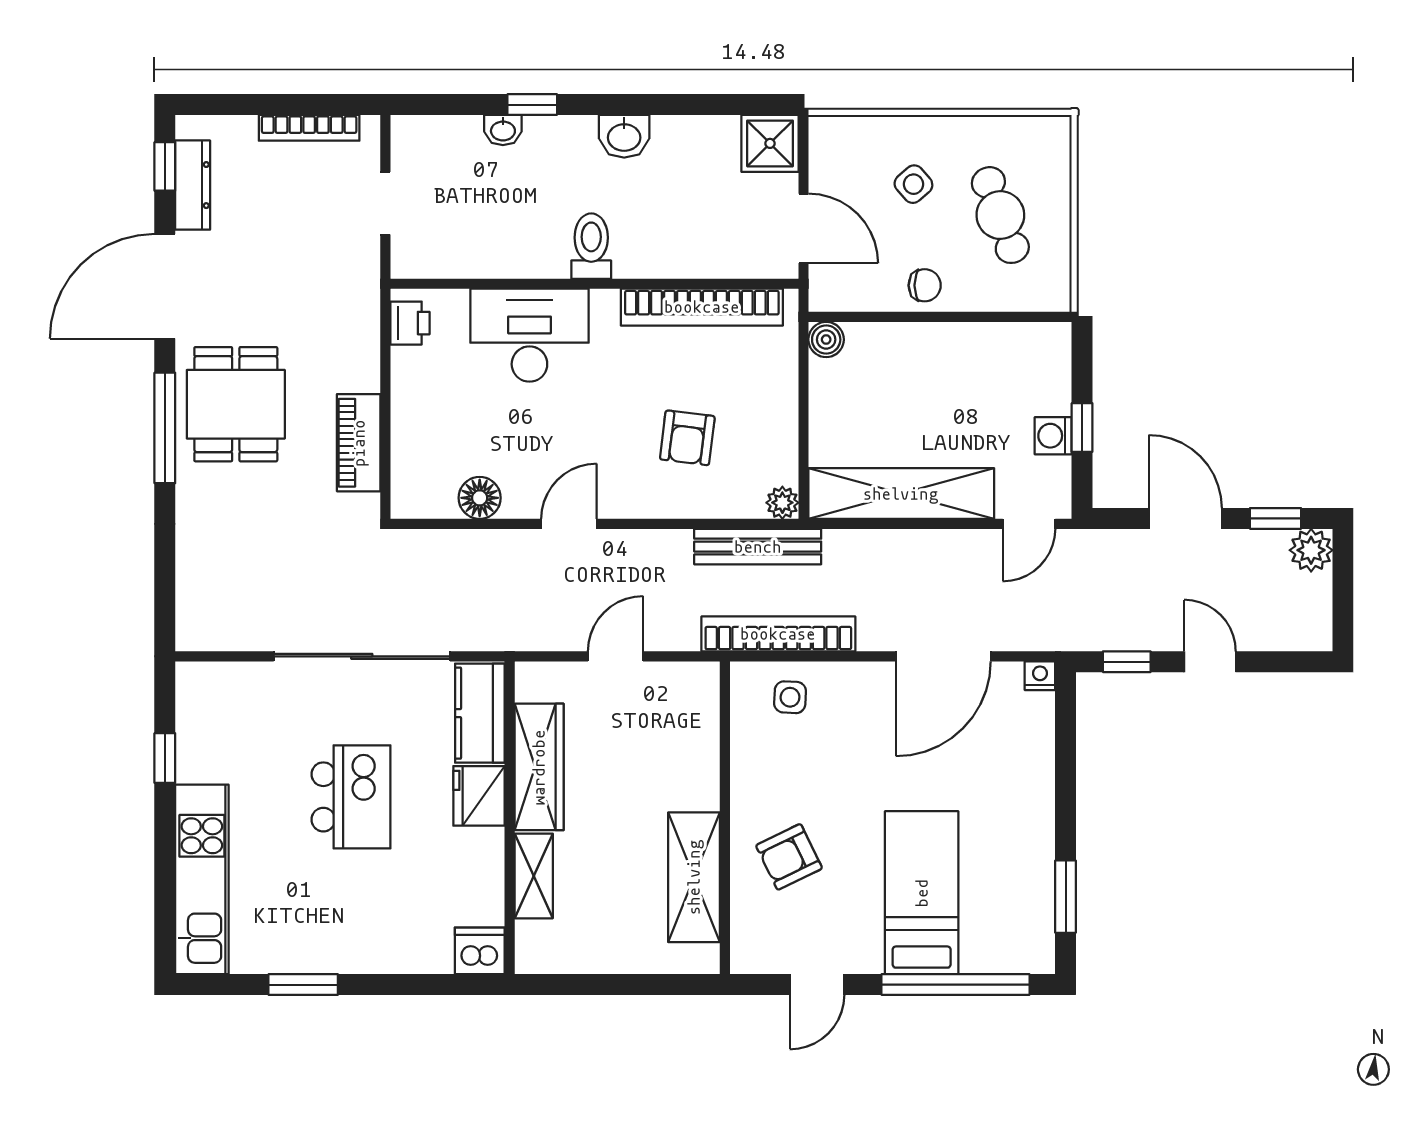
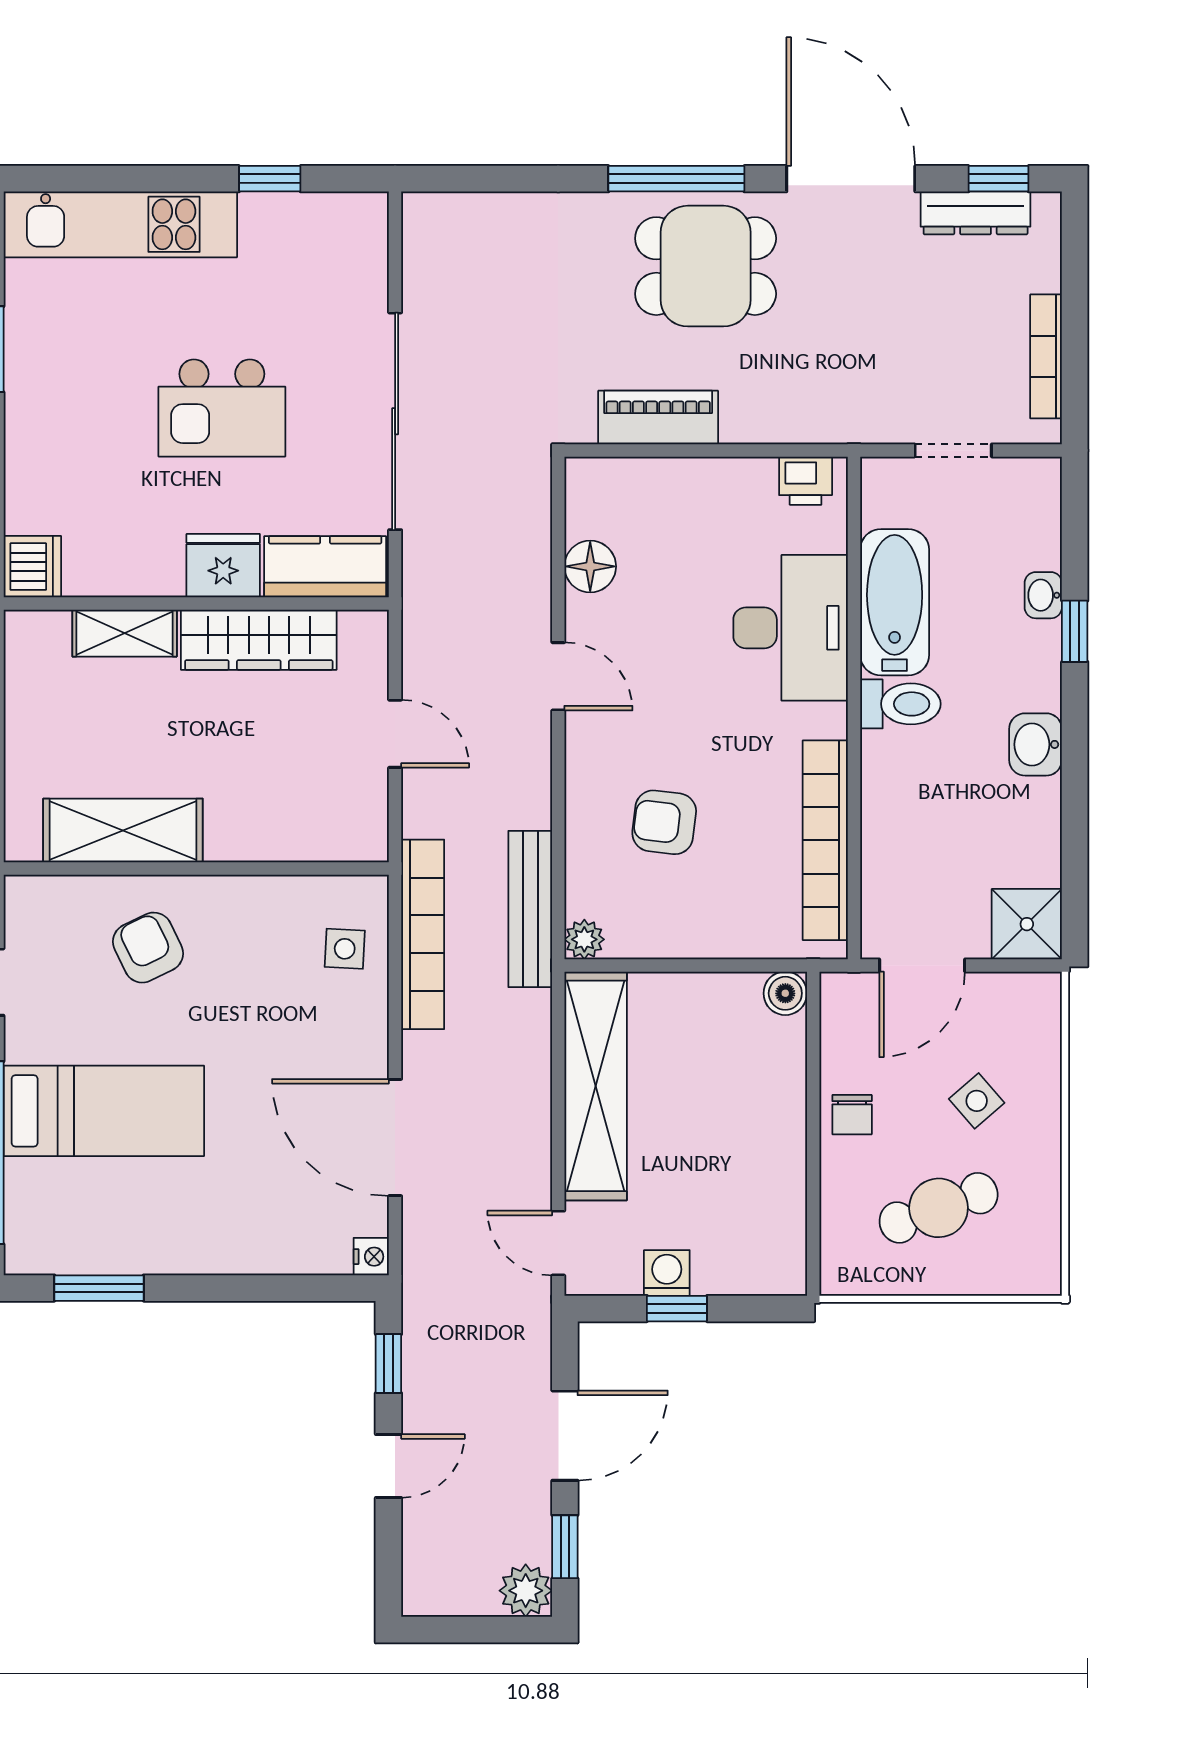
bathtub: (509, 251) -> (895, 602), added

